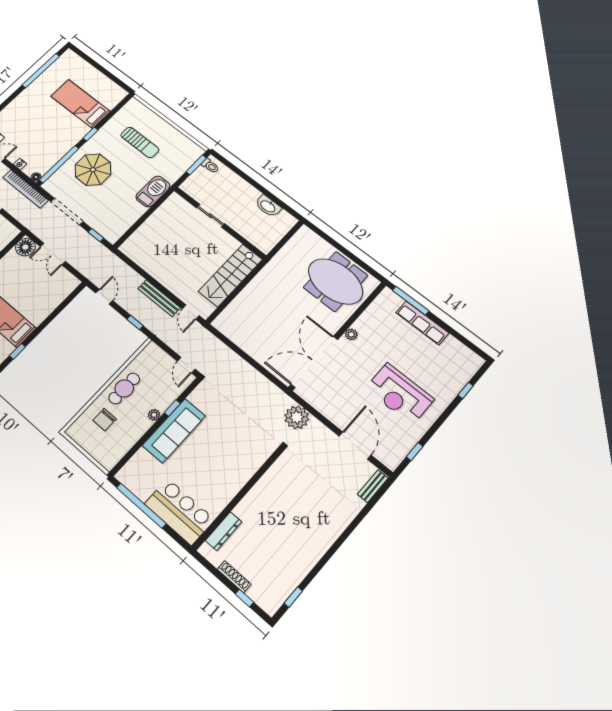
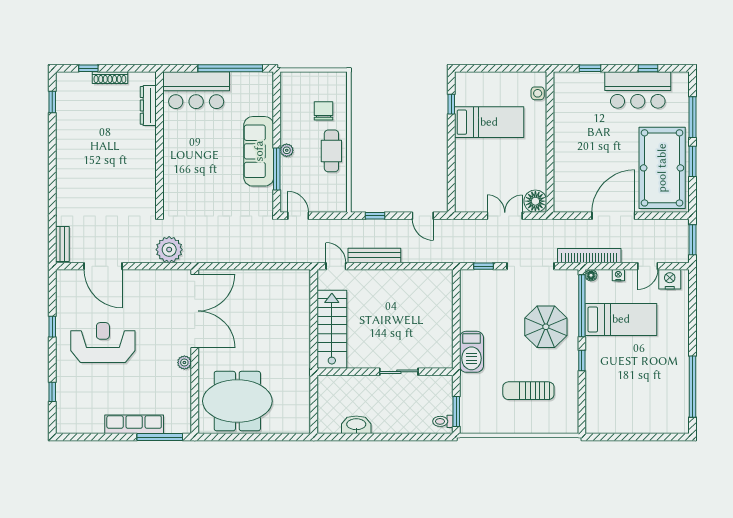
bed: (80, 104) -> (621, 319), moved
window: (172, 408) -> (277, 169), width x2.17
window: (415, 452) -> (52, 327), moved

